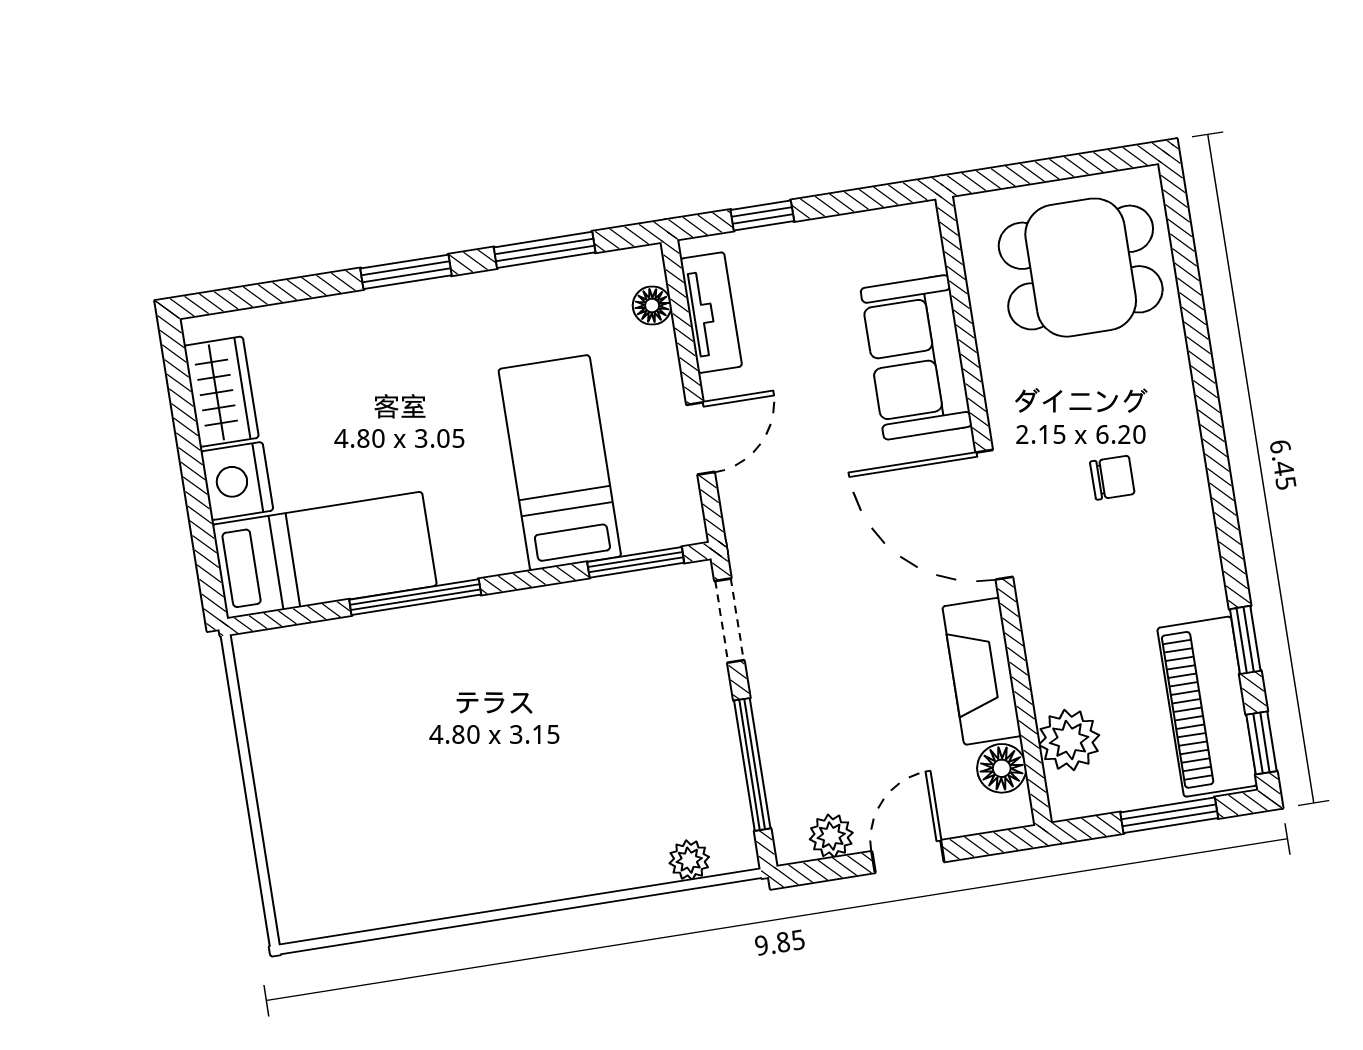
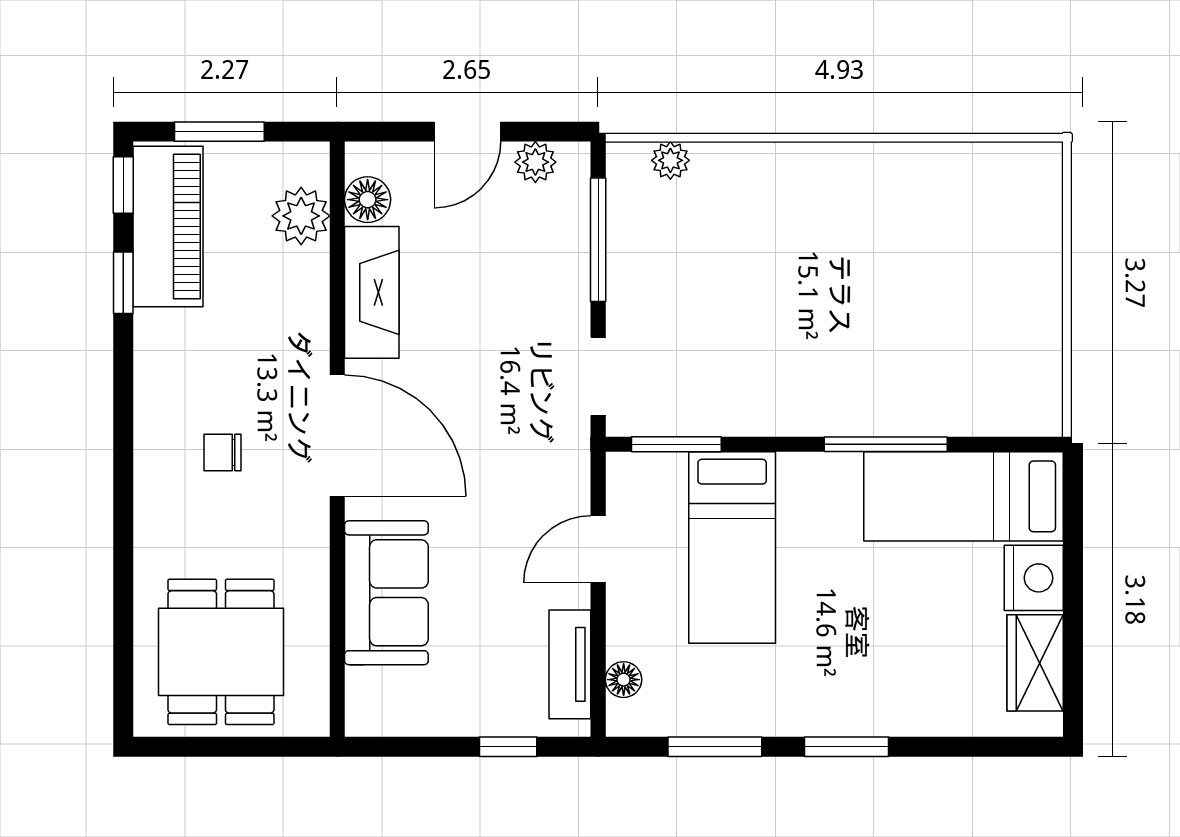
dining table: (1081, 268) -> (221, 652), turned 90

